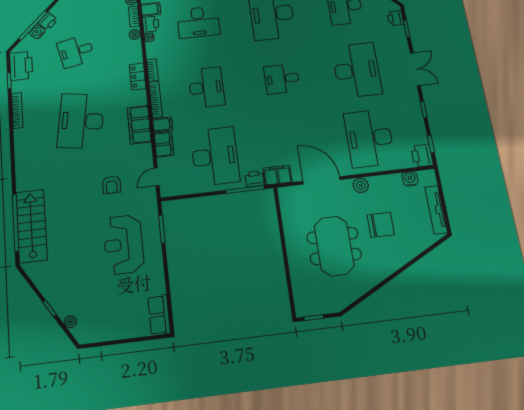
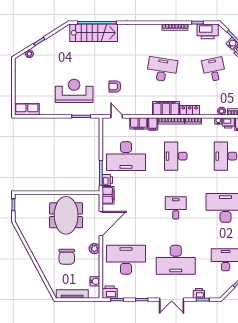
printer: (396, 18) -> (199, 293), moved
desk: (206, 87) -> (176, 156), turned 90
desk: (81, 121) -> (162, 69), width x0.73, depth x0.77
filing cabinet: (139, 125) -> (166, 108), moved
meeting table: (334, 246) -> (66, 215), moved, turned 90

